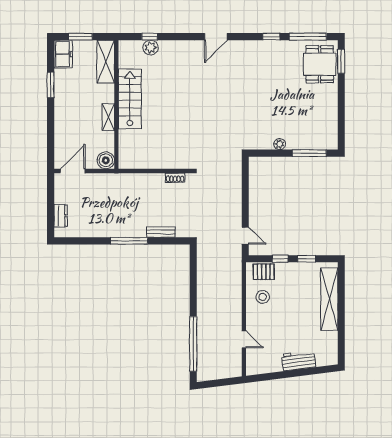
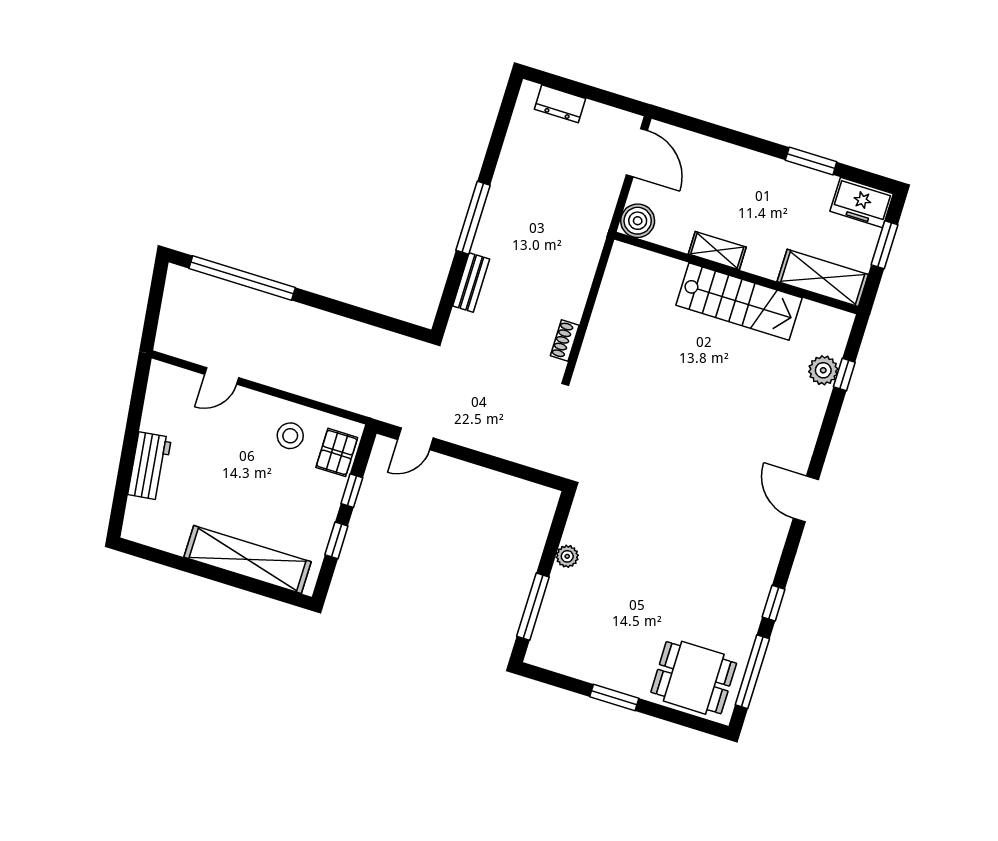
window: (341, 61) -> (614, 698), moved

